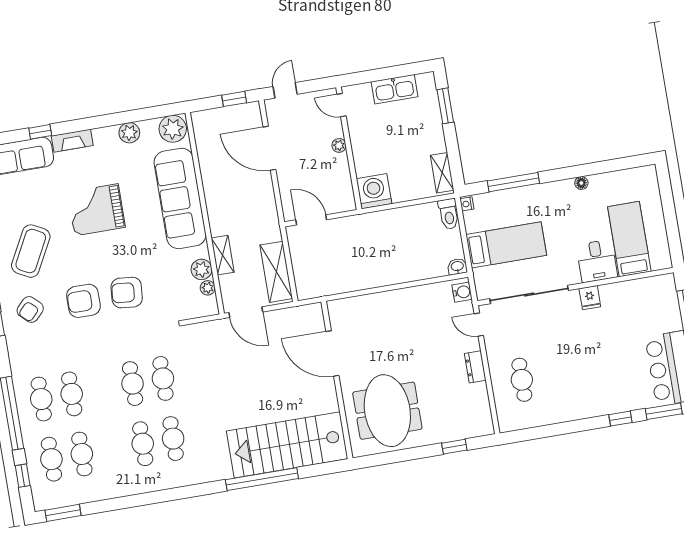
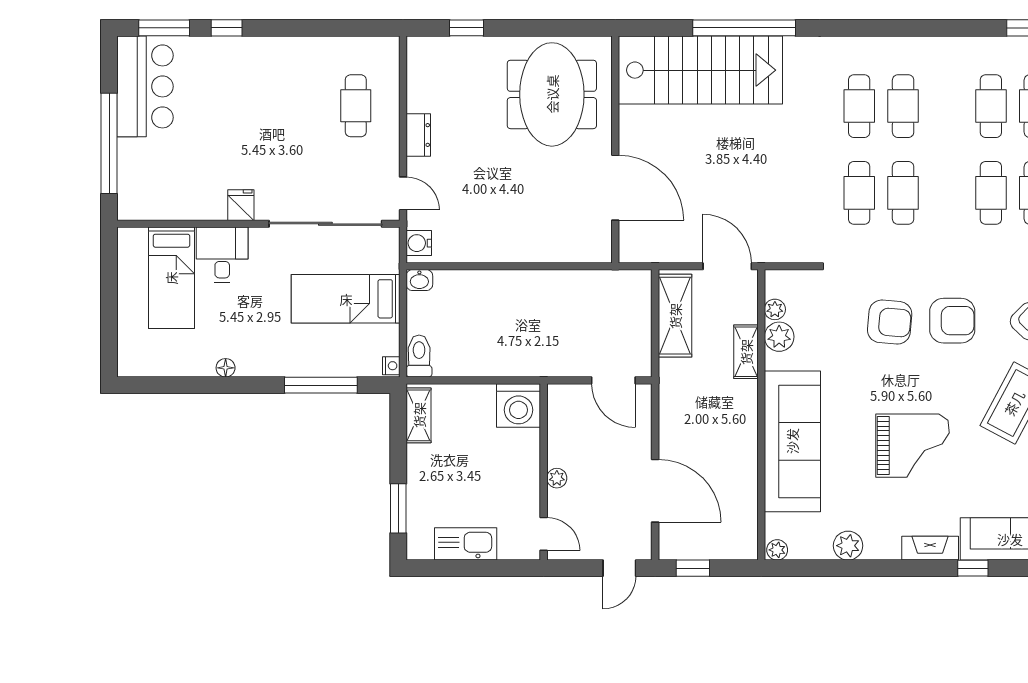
plant: (173, 129) -> (777, 550), width x0.53, depth x0.53

